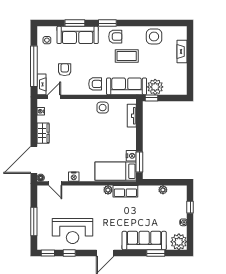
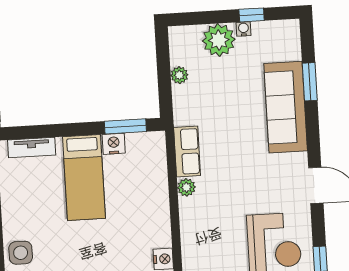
side table: (103, 108) -> (21, 253), moved
bed: (116, 171) -> (84, 178), moved
window: (190, 207) -> (252, 15), moved
plant: (179, 242) -> (219, 40), moved

